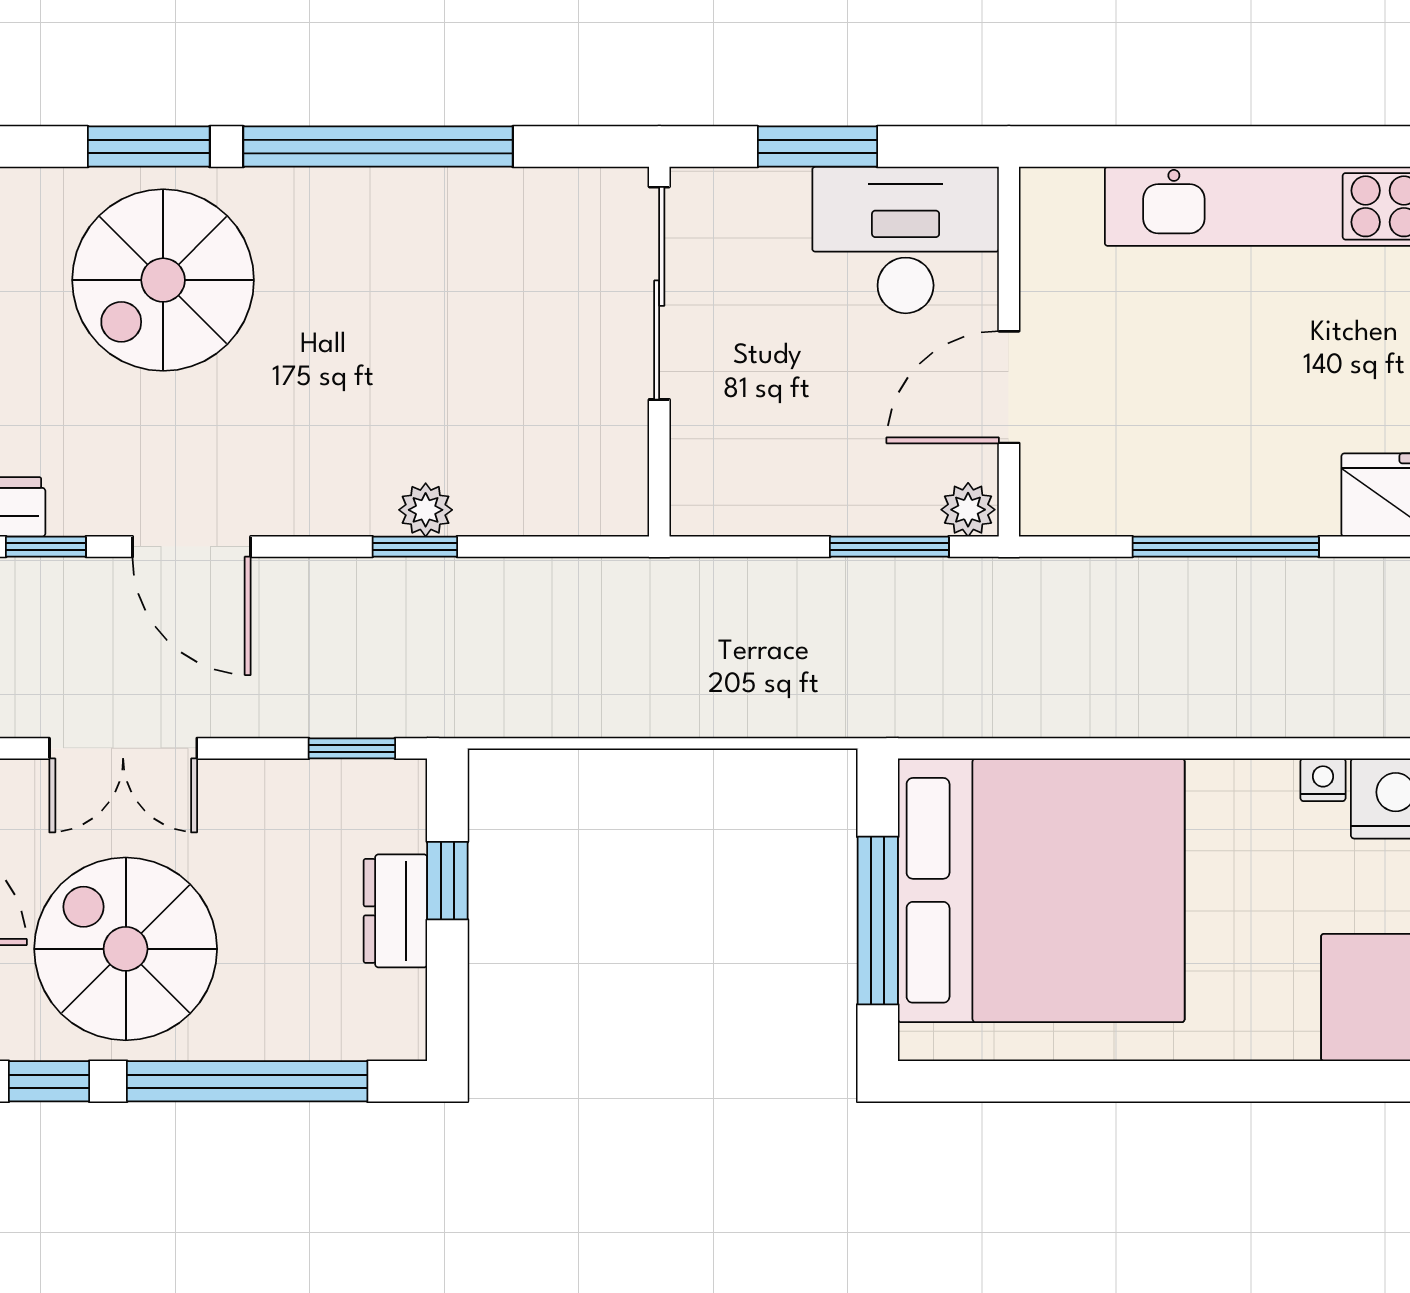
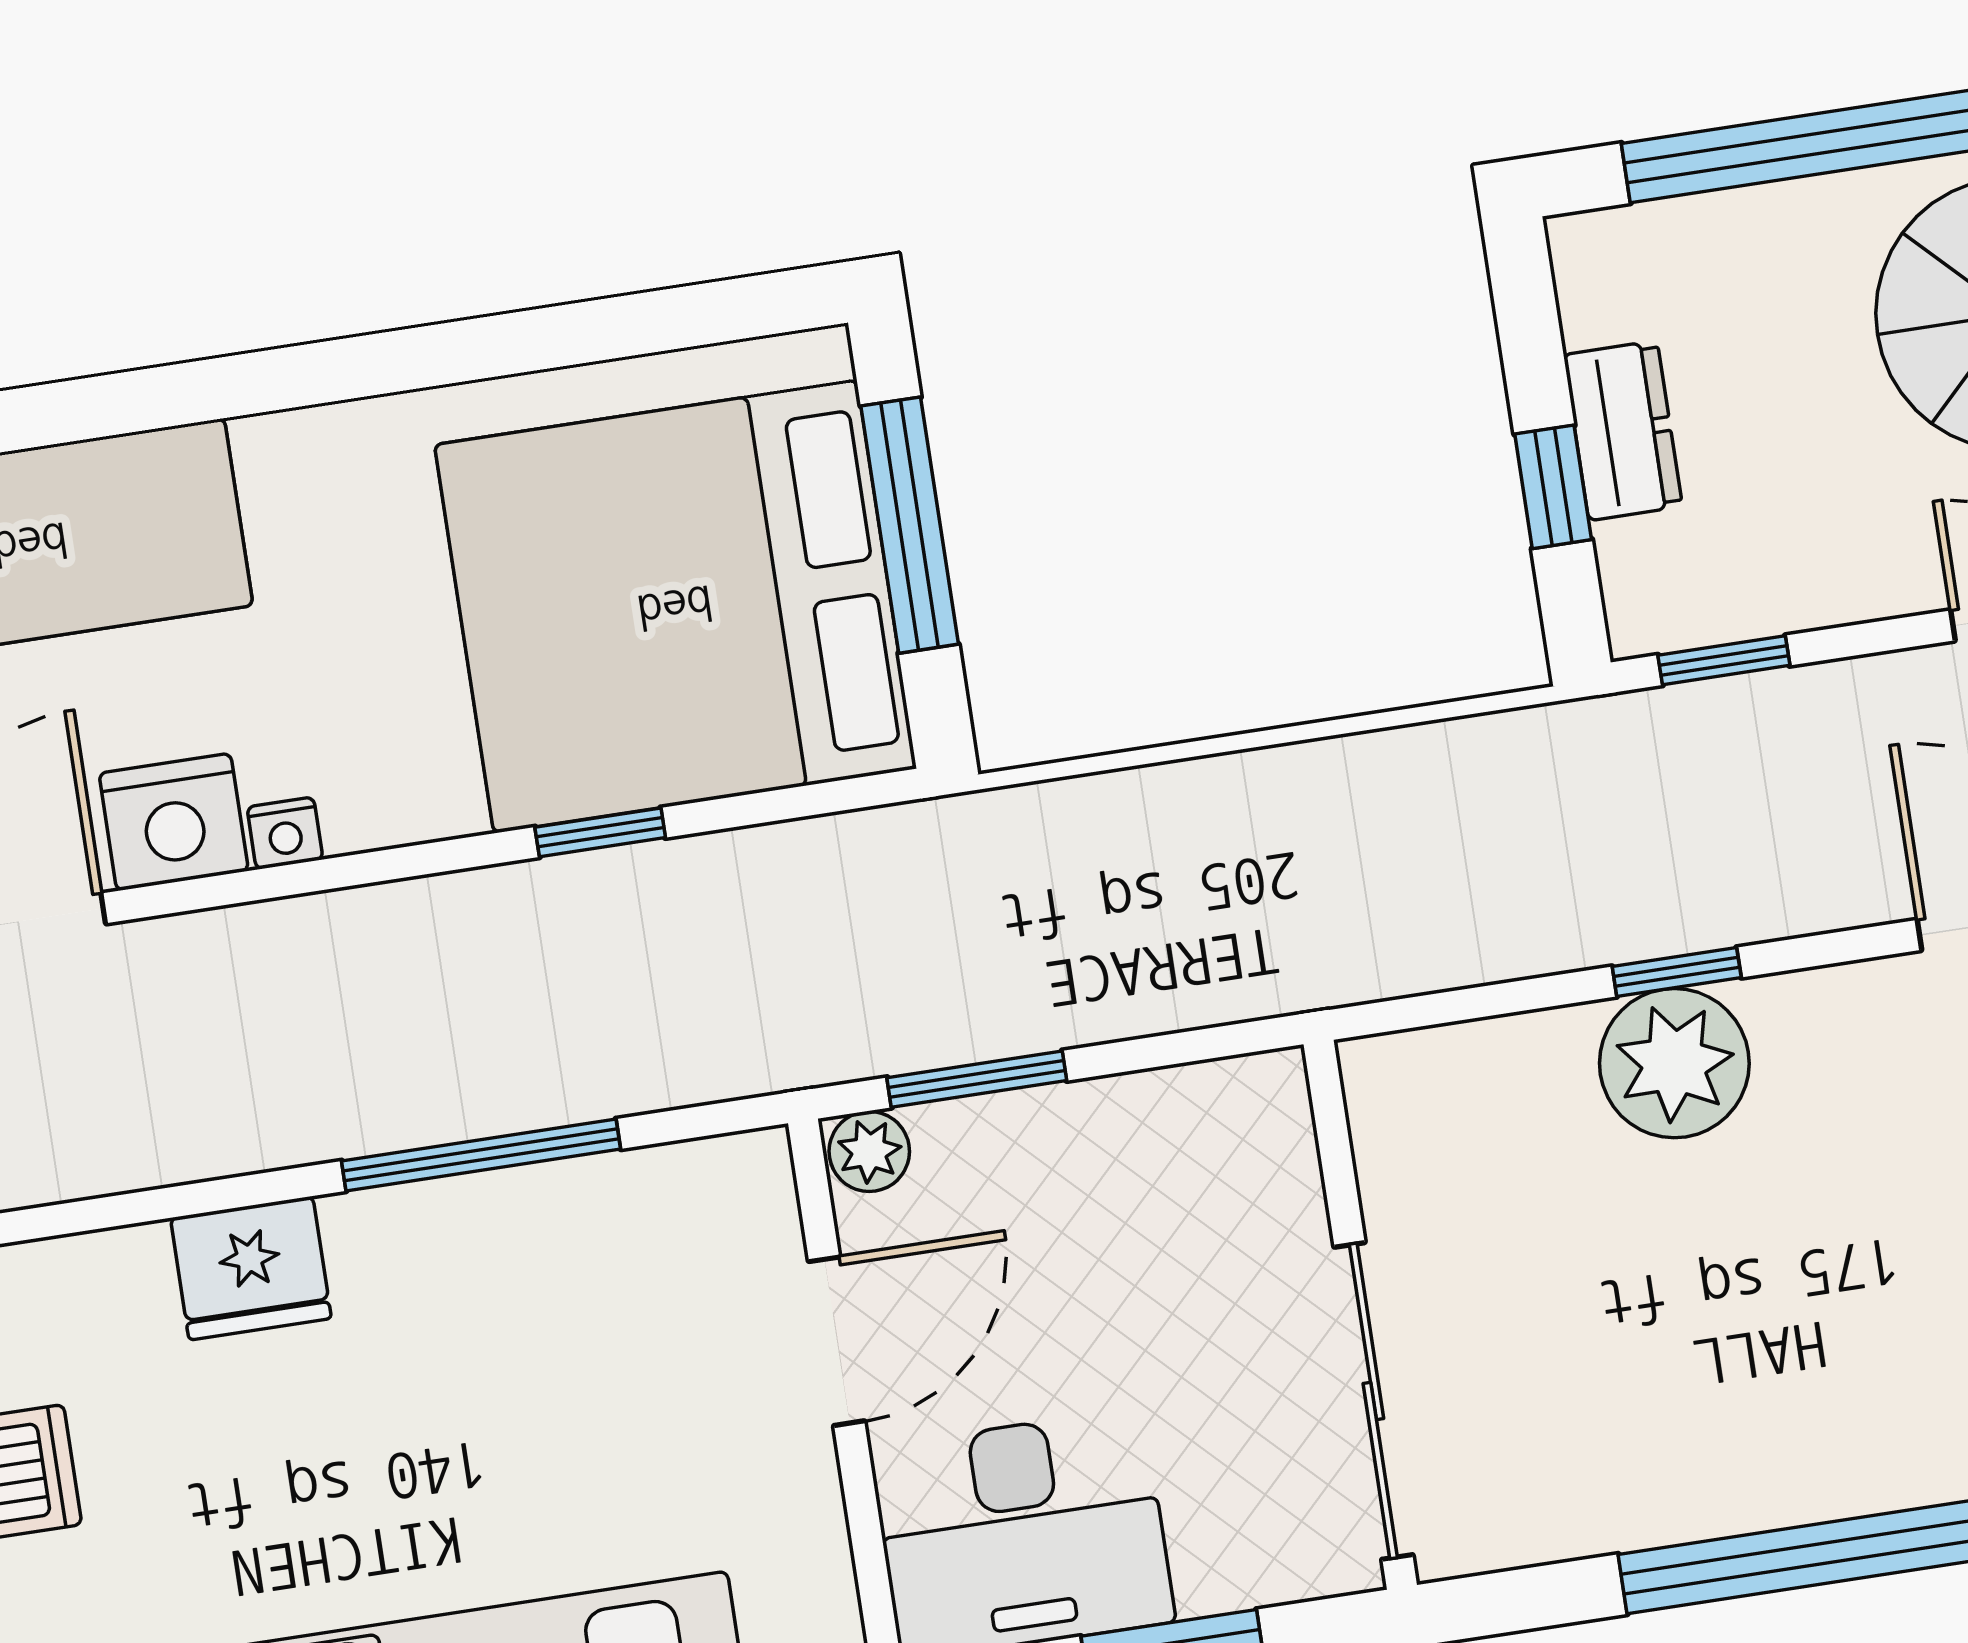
plant: (426, 510) -> (1674, 1063), width x1.88, depth x1.88
window: (1114, 748) -> (600, 832), added

